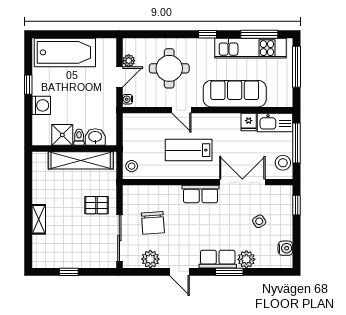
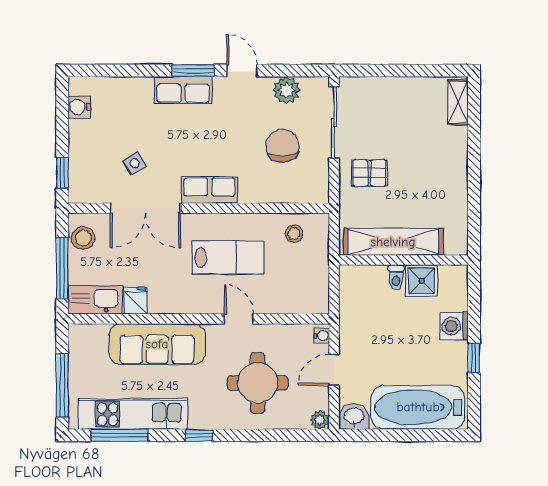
plant: (129, 61) -> (320, 420), moved
washbasin: (95, 137) -> (354, 417), moved, turned 180
stool: (132, 166) -> (294, 234), moved
shelving: (39, 219) -> (458, 102), moved
side table: (259, 221) -> (134, 163), moved
plant: (246, 259) -> (139, 90), removed
window: (69, 272) -> (412, 71), removed
window: (229, 272) -> (193, 71), moved

